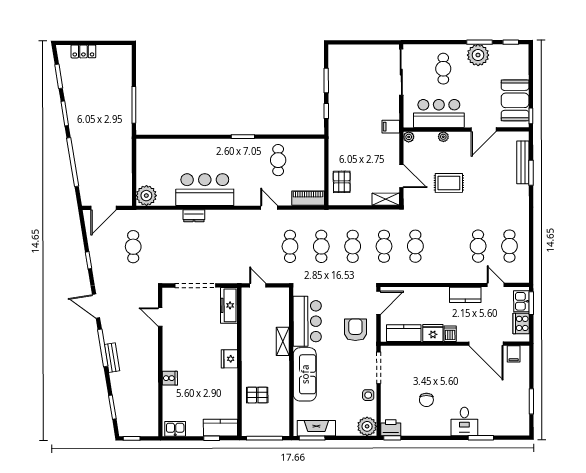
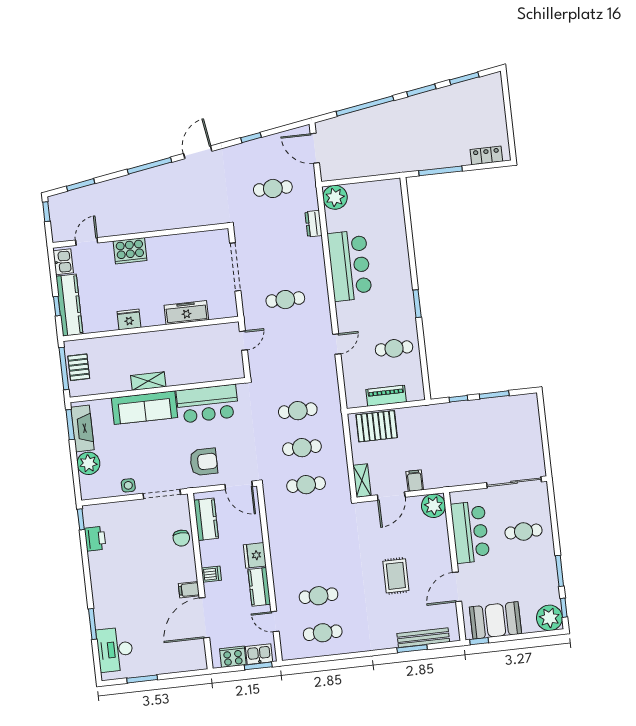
locker: (83, 51) -> (486, 155), moved, turned 90
plant: (478, 55) -> (549, 618), moved
filing cabinet: (391, 127) -> (415, 481), moved
door: (484, 129) -> (457, 587), hinge flipped
plant: (409, 137) -> (433, 506), width x1.88, depth x1.88
plant: (443, 137) -> (443, 540), removed
pallet: (342, 182) -> (377, 426), width x1.50, depth x1.42
rug: (449, 183) -> (396, 576), moved
piano: (308, 198) -> (386, 396), moved, turned -90
dresser: (194, 216) -> (314, 224), moved
cafe table: (290, 246) -> (285, 300), moved
cafe table: (415, 246) -> (310, 522), removed
door: (496, 285) -> (275, 622), swing flipped
freezer: (229, 305) -> (186, 313), moved
door: (160, 317) -> (87, 242), moved
fridge: (433, 333) -> (255, 555), moved, turned 180
shelving: (283, 341) -> (148, 381), moved
filing cabinet: (514, 354) -> (189, 590), moved
bench: (112, 358) -> (139, 178), removed
fridge: (229, 359) -> (129, 319), moved
cooker: (170, 378) -> (130, 251), width x1.87, depth x1.31
pallet: (257, 395) -> (79, 367), moved
chair: (426, 400) -> (181, 538), moved, turned -92
desk: (464, 421) -> (115, 650), moved, width x1.37
plant: (367, 426) -> (88, 463), moved
kitchen counter: (220, 428) -> (69, 305), width x1.50
printer: (391, 428) -> (95, 539), moved

